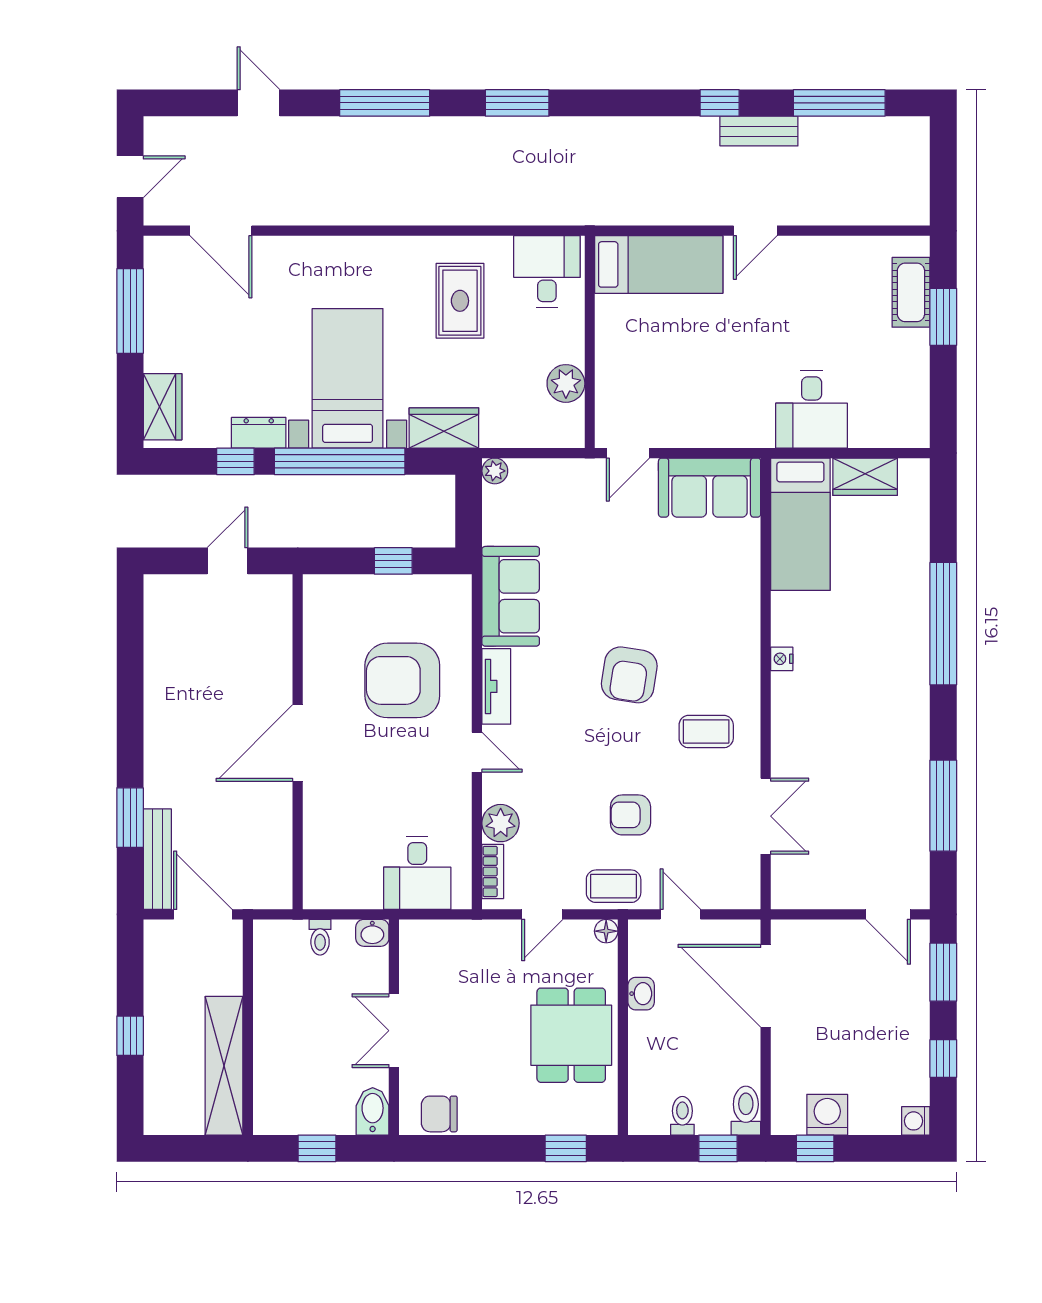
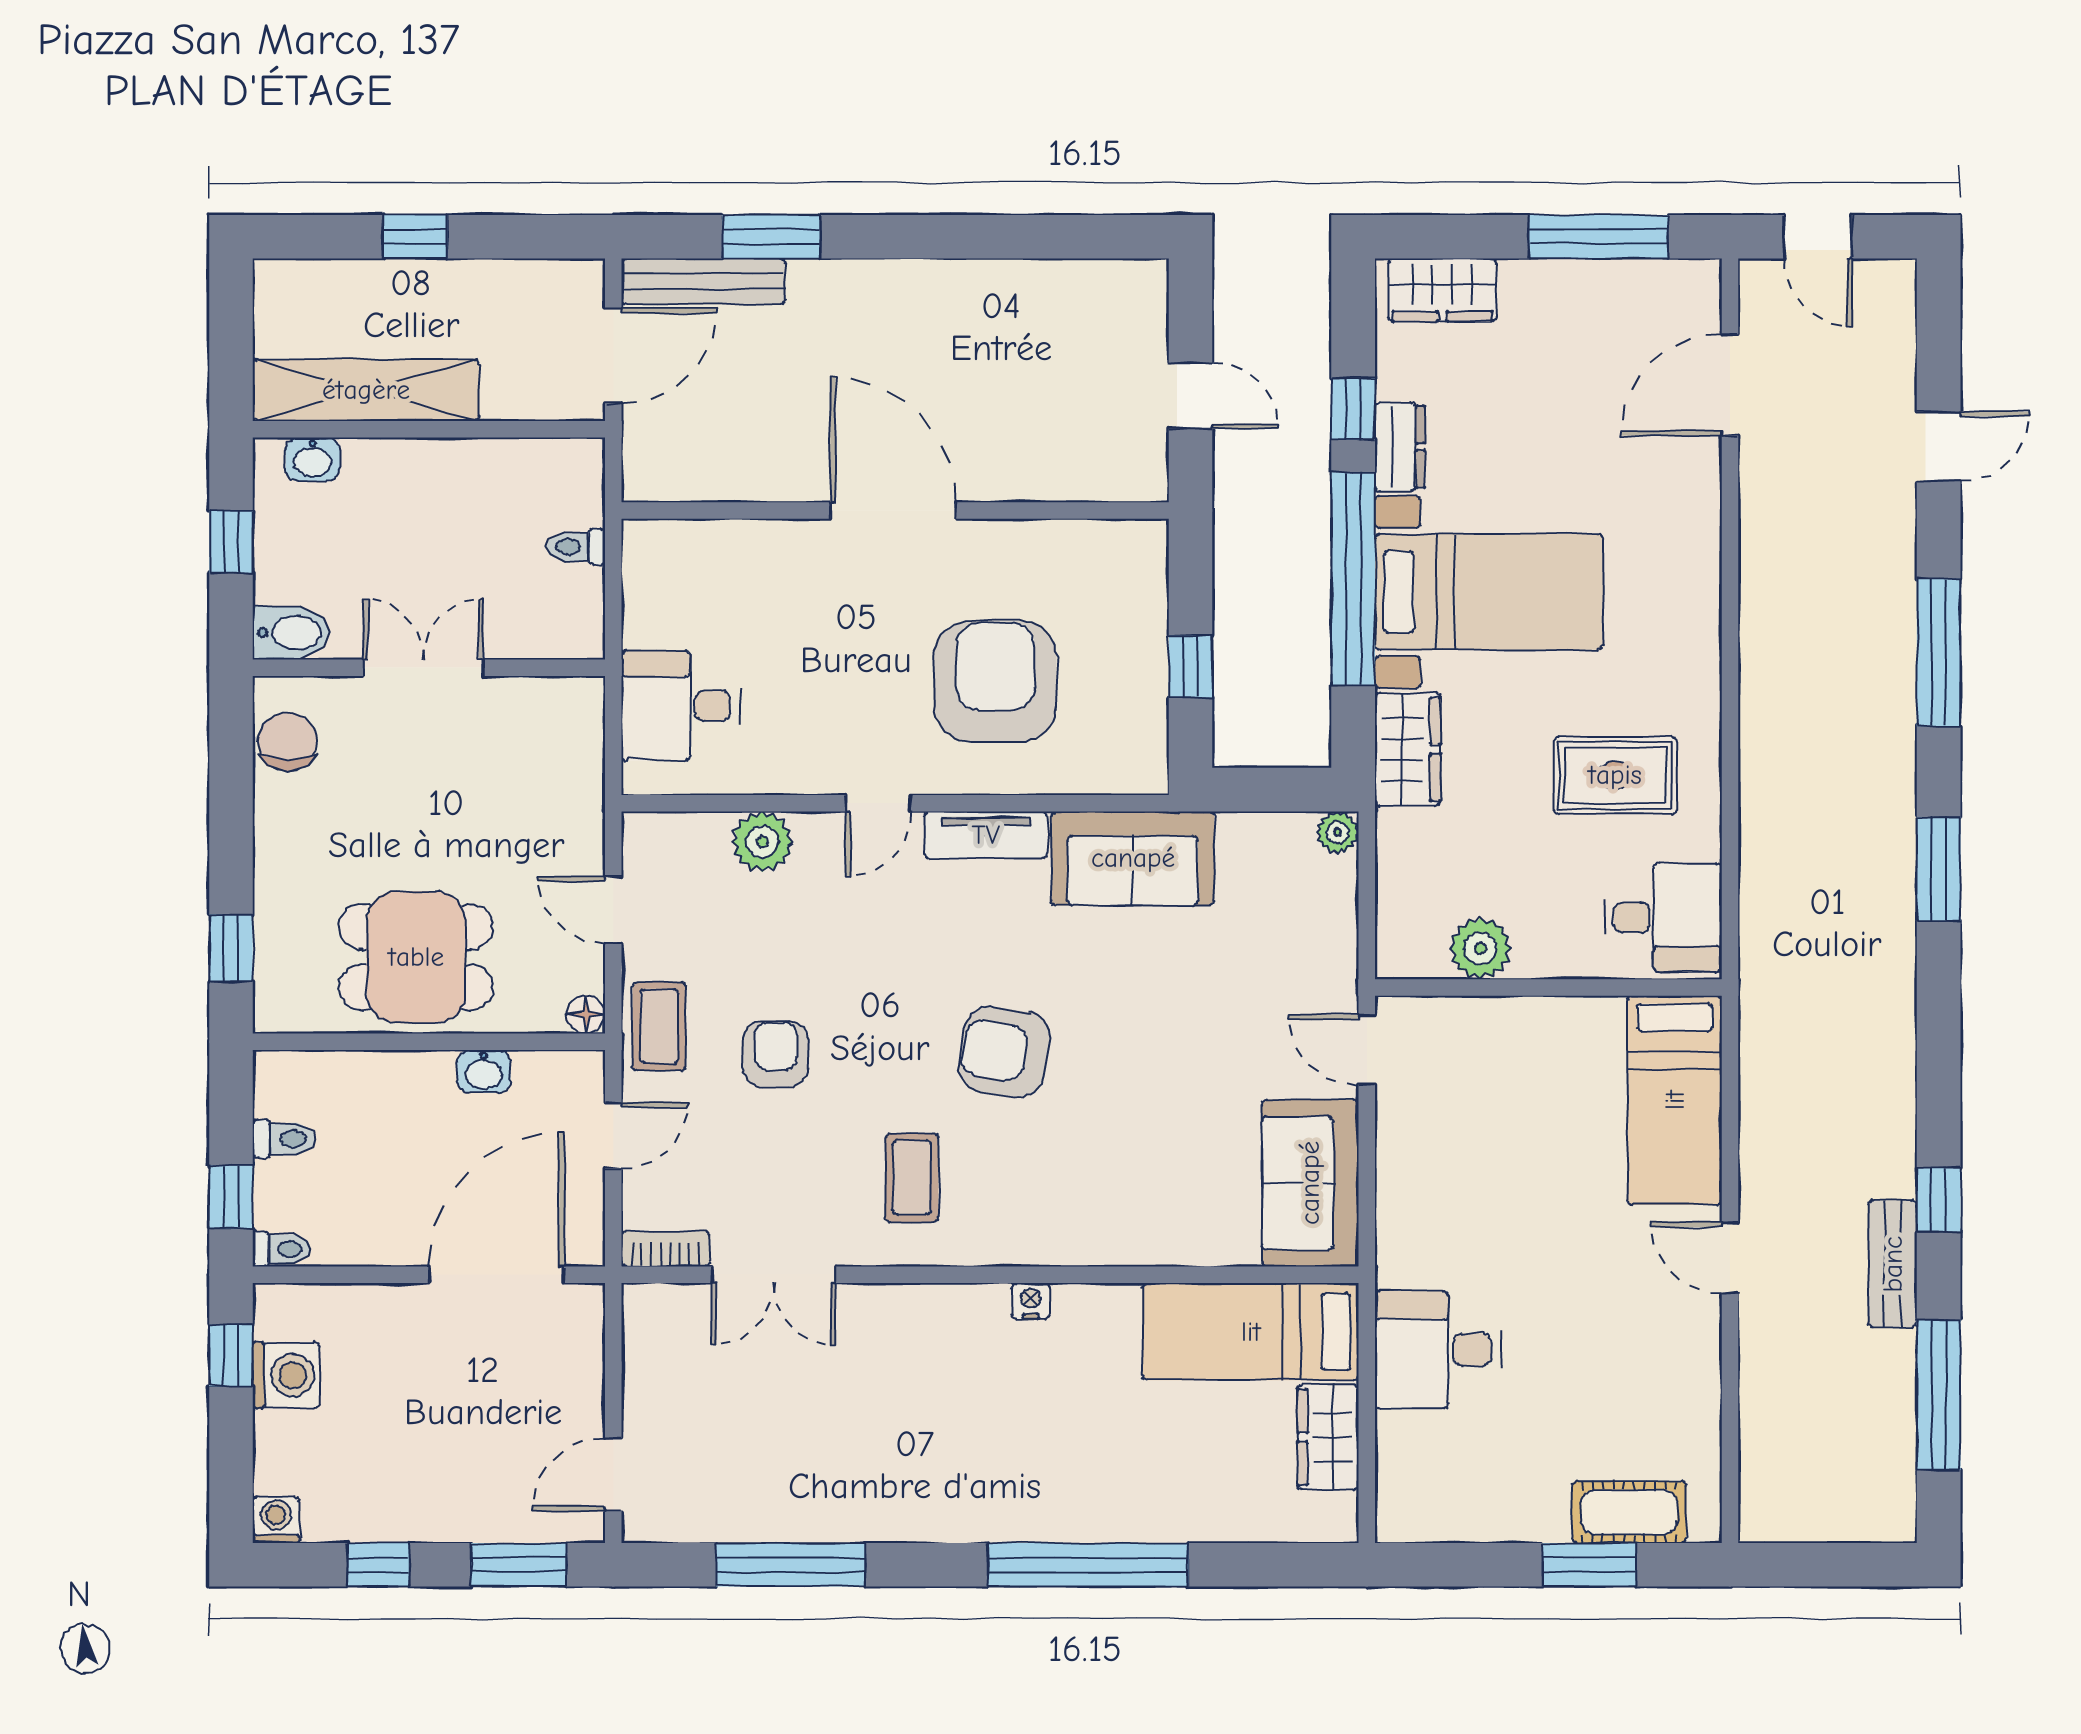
bookcase: (493, 871) -> (666, 1249), moved, turned 180
washbasin: (372, 933) -> (313, 459), moved, turned -90
toilet: (746, 1111) -> (282, 1249), width x0.73, depth x0.72

